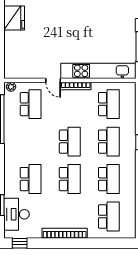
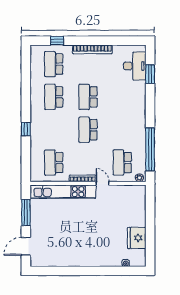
school desk: (109, 142) -> (54, 130), removed
school desk: (31, 179) -> (122, 97), removed
window: (20, 243) -> (57, 41), moved

